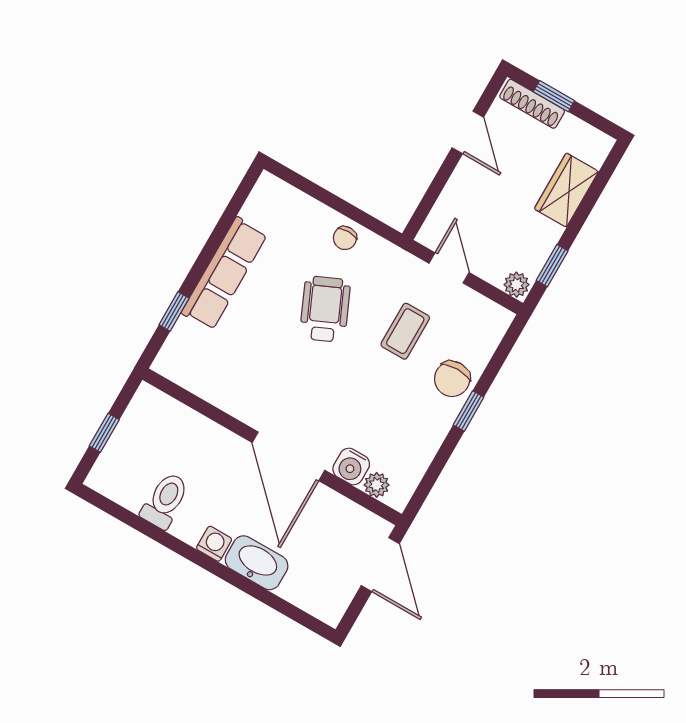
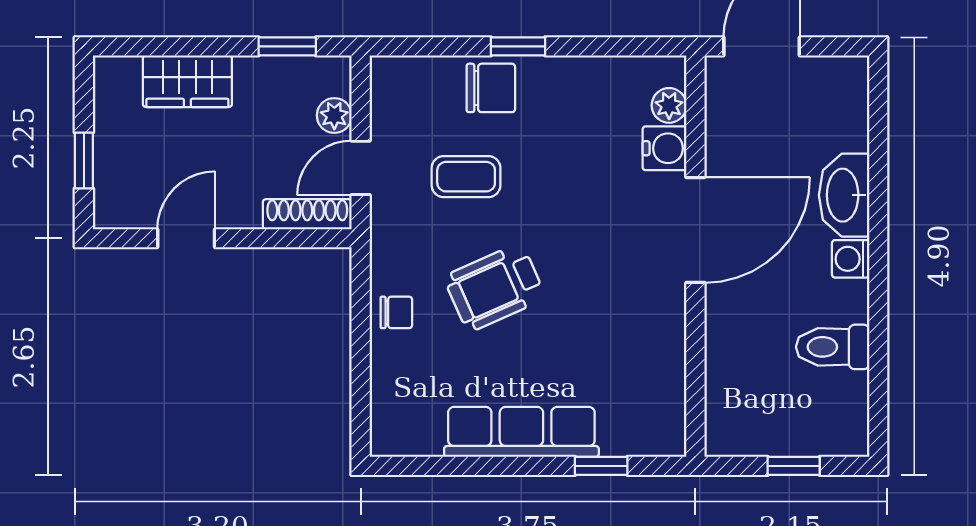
shoe rack: (532, 104) -> (307, 214), moved, turned -90
plant: (516, 285) -> (334, 115), moved

